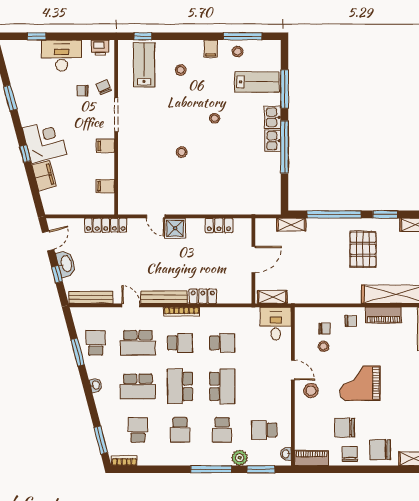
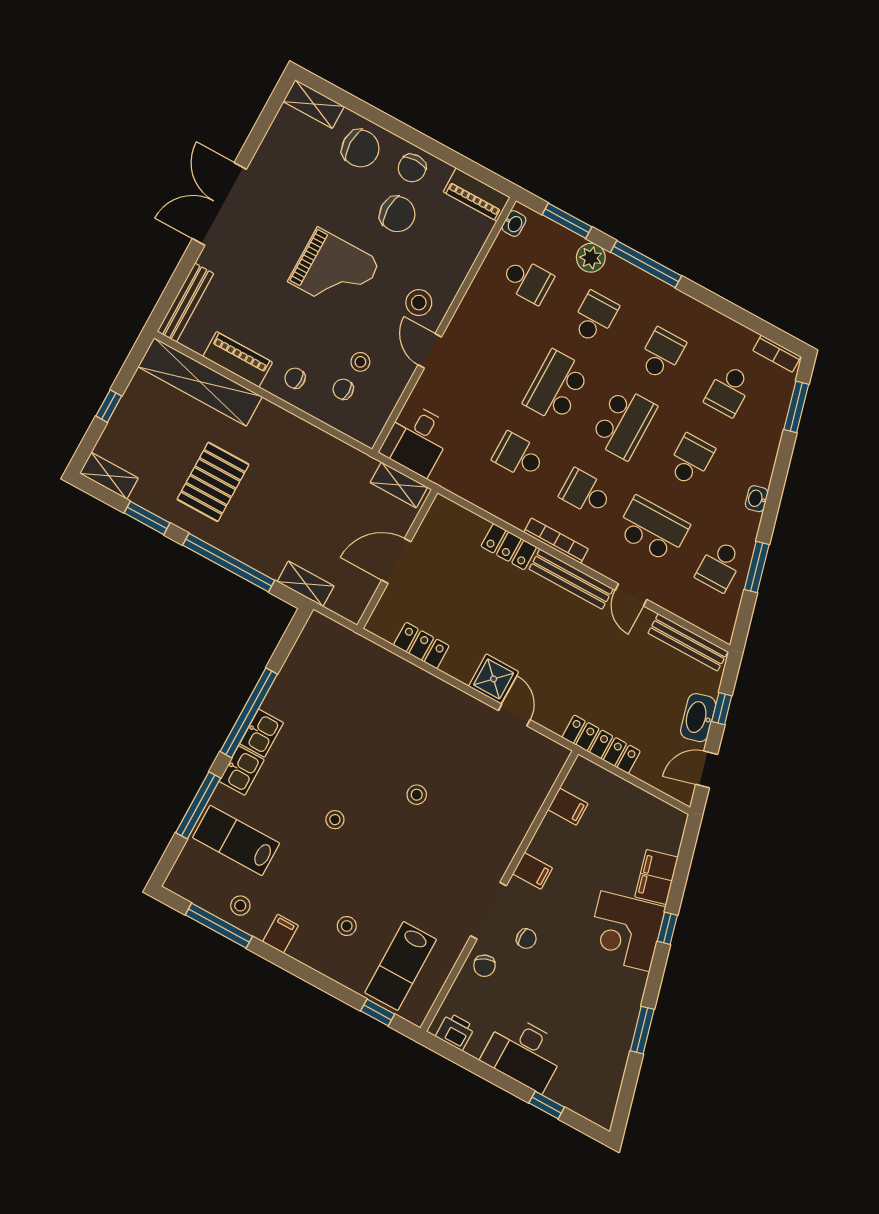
chair: (82, 91) -> (526, 939), moved
school desk: (138, 386) -> (691, 460), width x0.54

